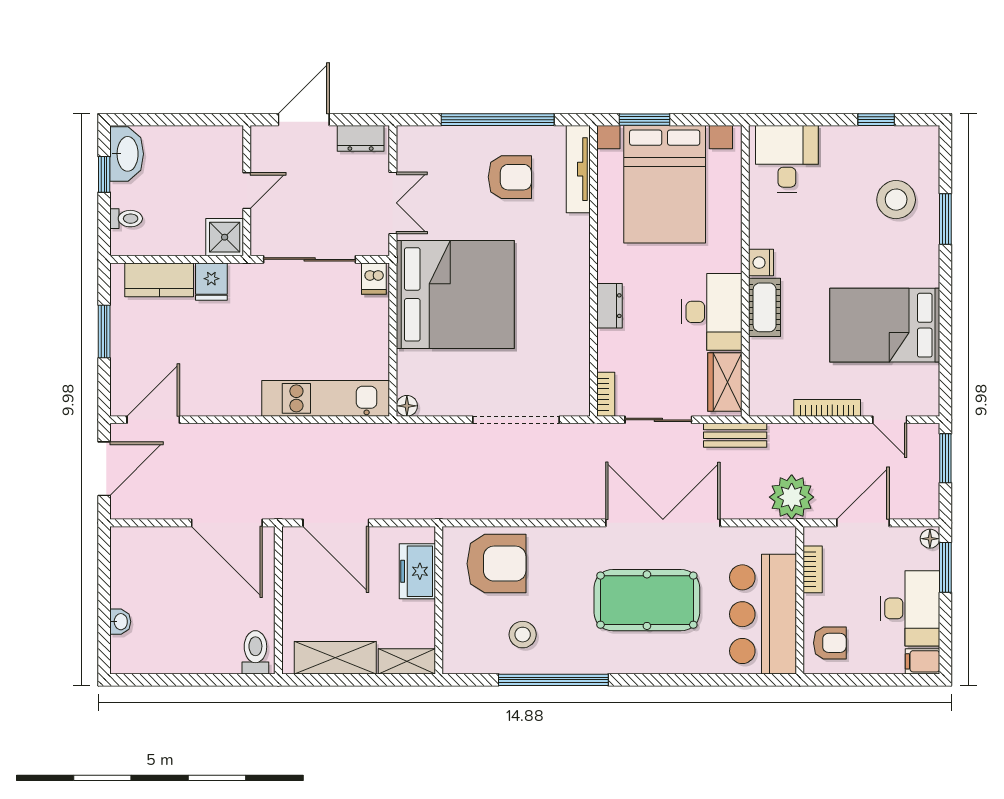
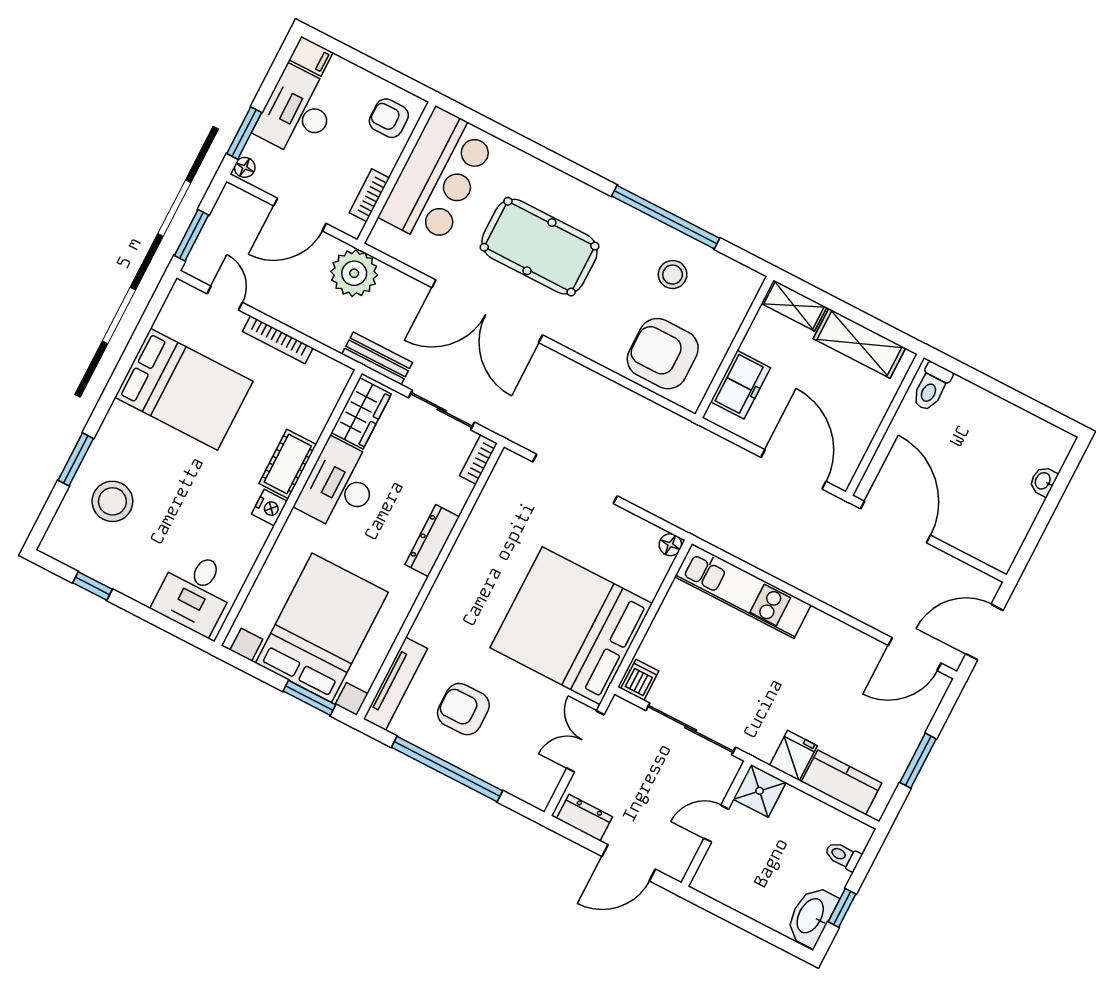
dresser: (609, 306) -> (432, 541), width x1.44

